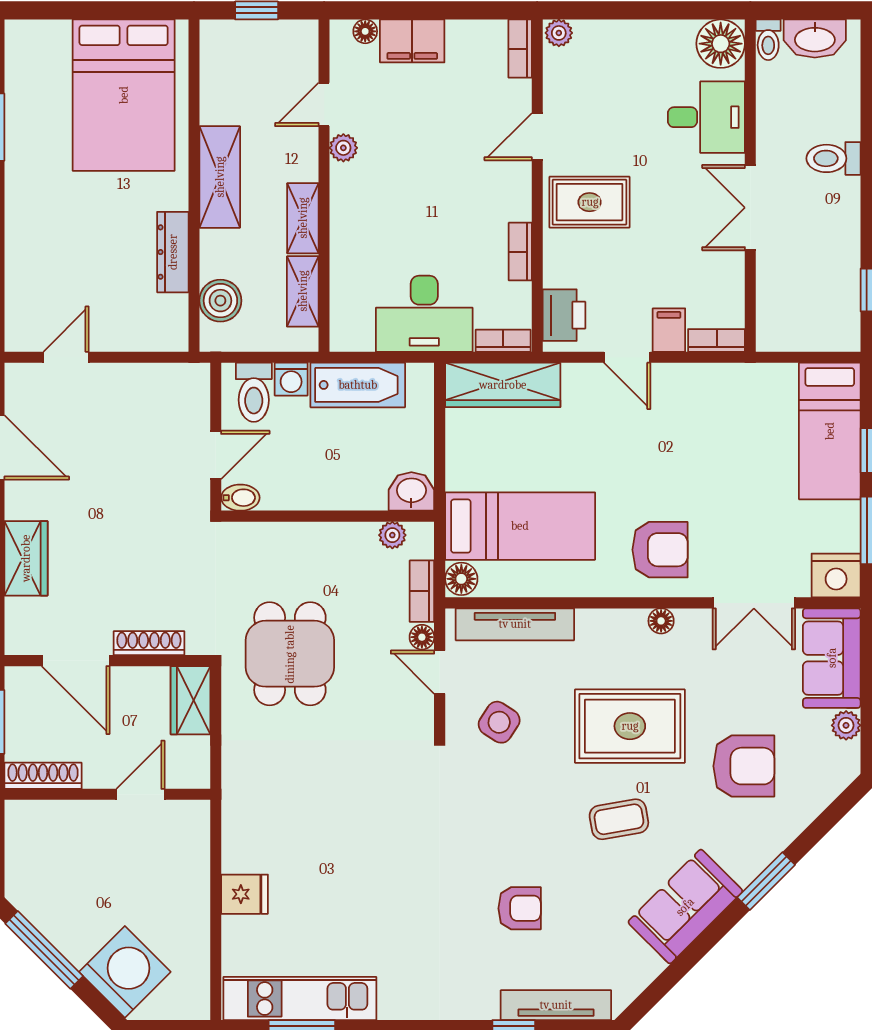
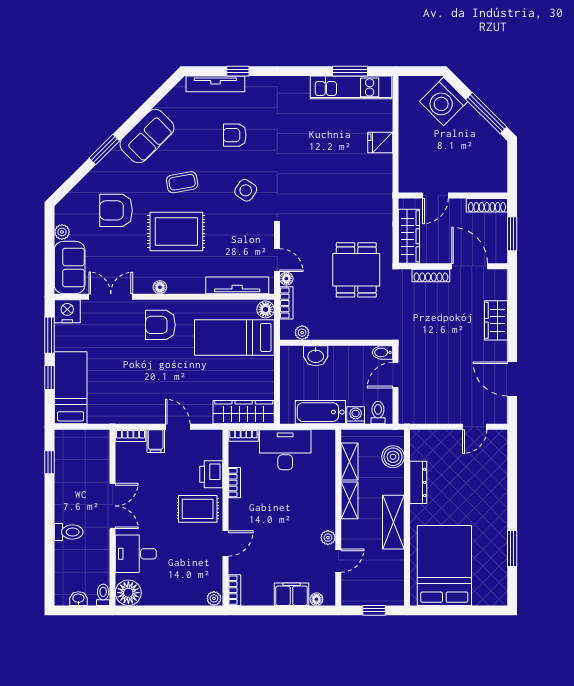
washbasin: (815, 39) -> (78, 599), width x0.52, depth x0.69
printer: (564, 315) -> (211, 474), moved
toilet: (254, 392) -> (378, 413), width x0.73, depth x0.72
washbasin: (411, 491) -> (316, 356), moved
wardrobe: (190, 700) -> (409, 236), width x1.50
side table: (499, 722) -> (246, 190), moved

